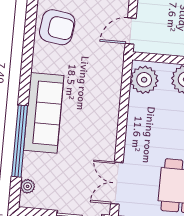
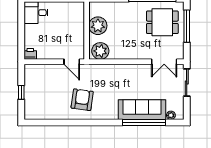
armchair: (57, 27) -> (82, 100), moved
sofa: (44, 113) -> (142, 110), moved

